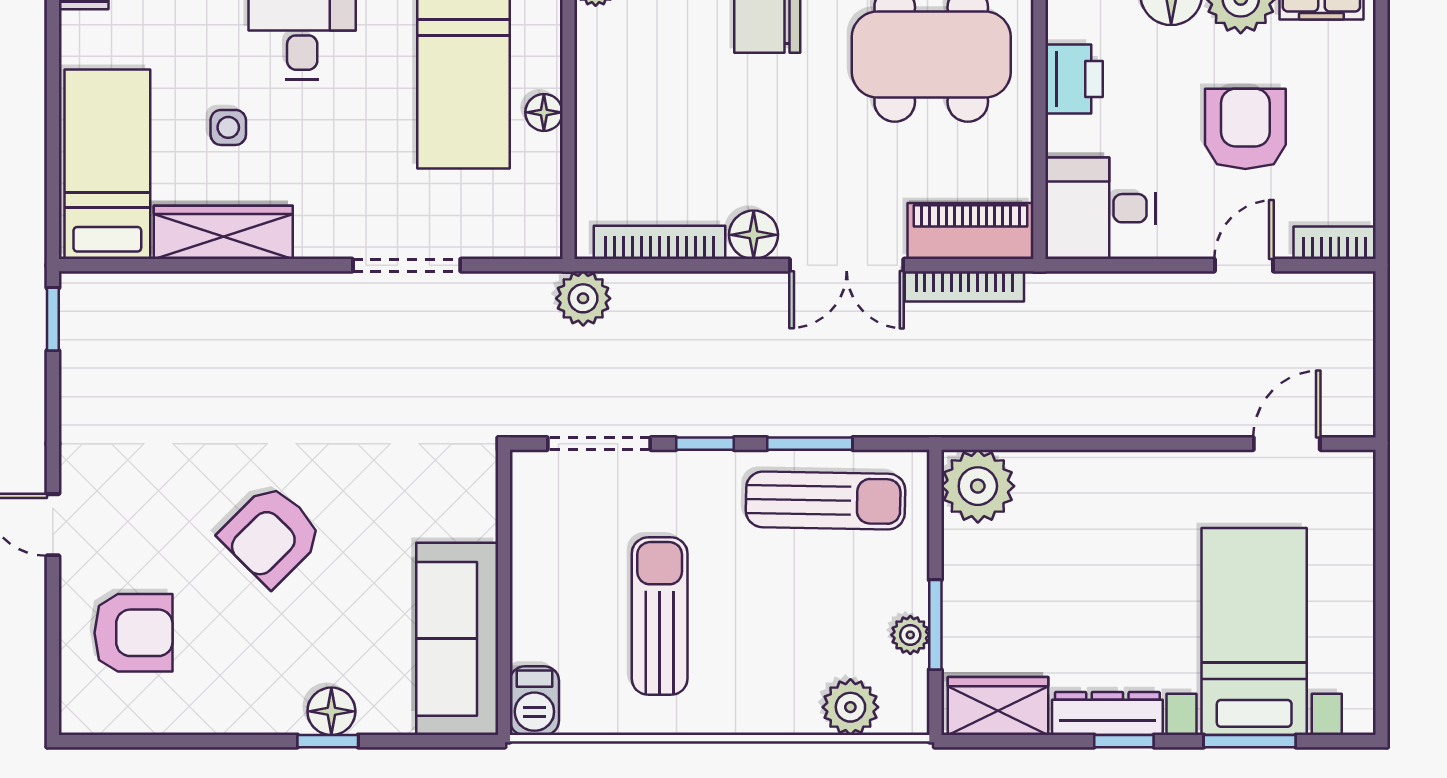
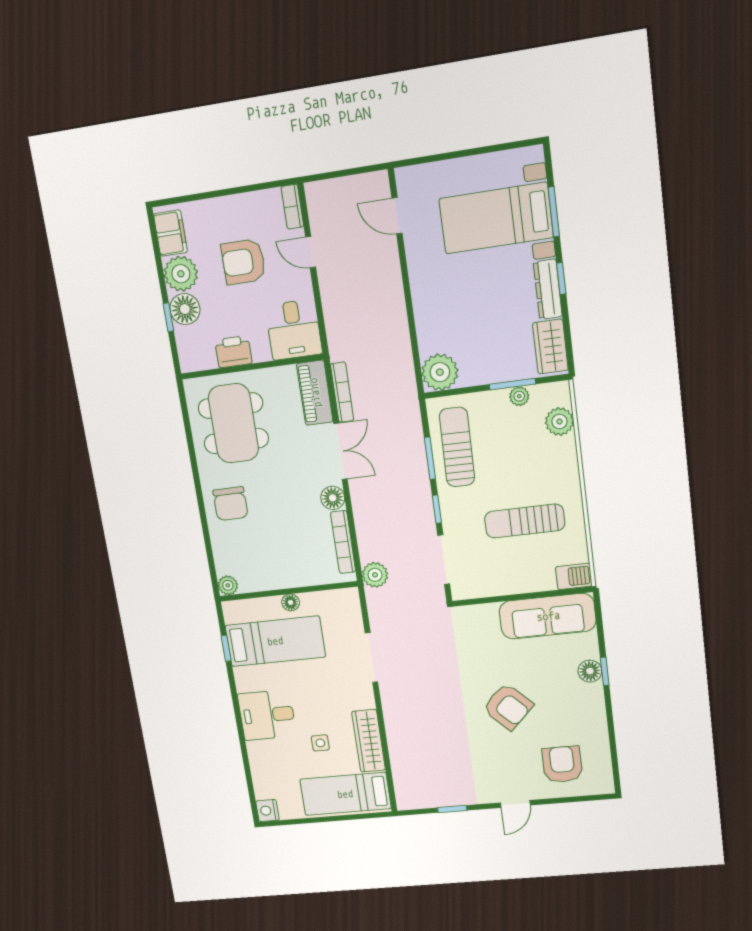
window: (53, 319) -> (452, 809), moved

